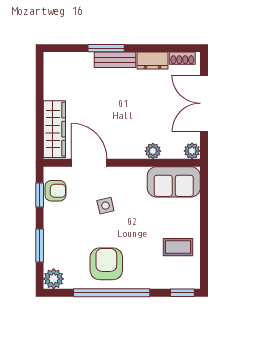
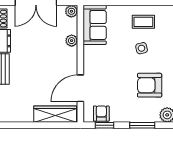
side table: (105, 206) -> (142, 48), moved
coffee table: (178, 247) -> (143, 22), turned 90
armchair: (106, 264) -> (150, 85), moved

